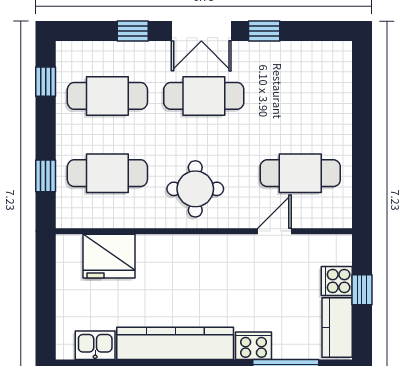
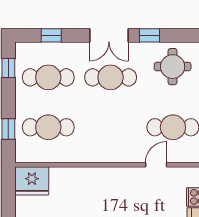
window: (133, 31) -> (51, 35), moved
round table: (195, 189) -> (173, 67), moved
fridge: (109, 256) -> (32, 181), moved

